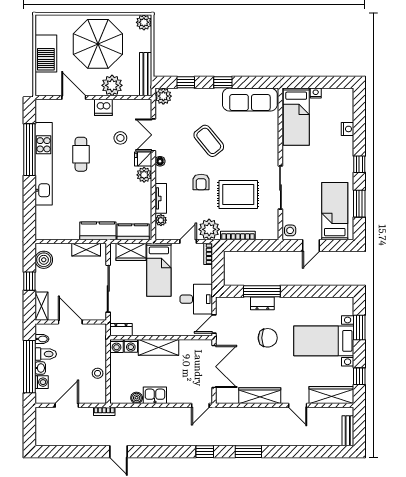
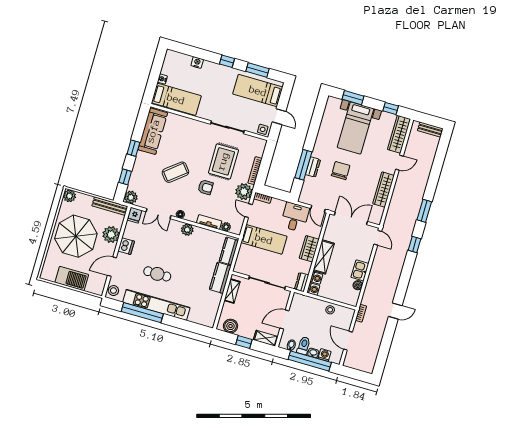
stool: (120, 138) -> (113, 291), moved
fridge: (143, 159) -> (135, 215), moved
wardrobe: (131, 252) -> (309, 249), moved, turned 180

